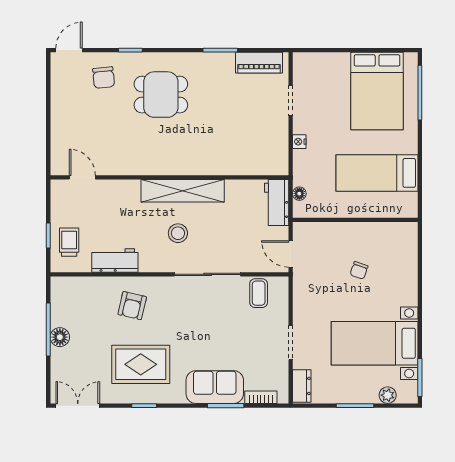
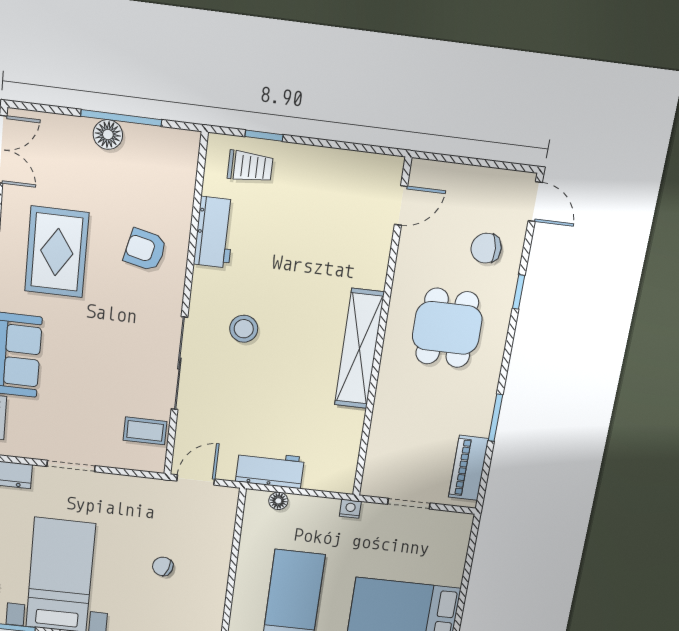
door: (82, 177) -> (401, 205), moved
wall: (169, 177) -> (381, 333), moved
shelving: (183, 191) -> (359, 349), moved

